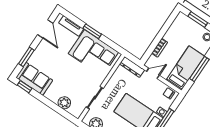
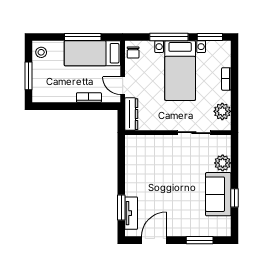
window: (92, 31) -> (121, 208), moved
corner sofa: (93, 53) -> (145, 168), removed
sofa: (34, 79) -> (218, 194), moved
window: (25, 87) -> (235, 198), moved

